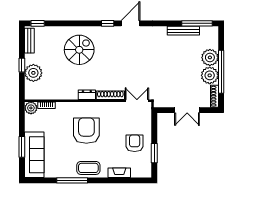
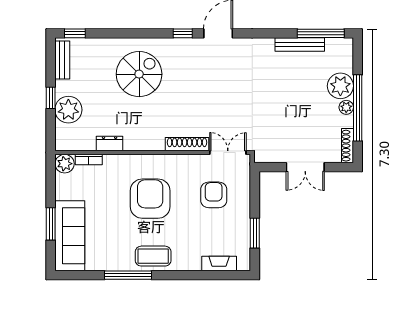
plant: (210, 75) -> (346, 107), width x0.53, depth x0.53
dresser: (87, 95) -> (110, 143), moved
armchair: (135, 143) -> (214, 195), moved
fireplace: (119, 173) -> (219, 264), moved

